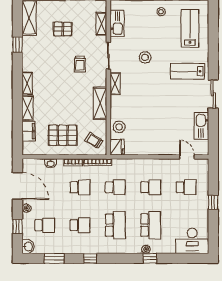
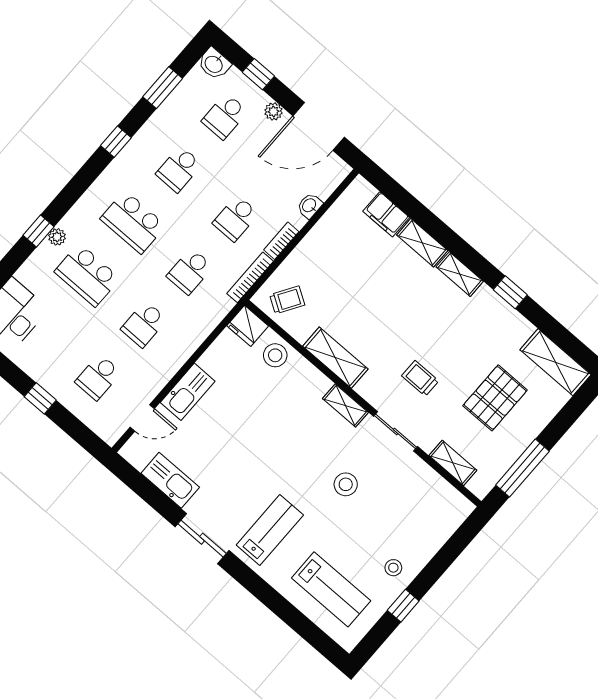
kitchen sink: (117, 23) -> (188, 392), moved, turned -90
pallet: (63, 29) -> (495, 398), width x1.50, depth x1.42
window: (17, 45) -> (510, 292), moved
pallet: (63, 135) -> (336, 260), removed

